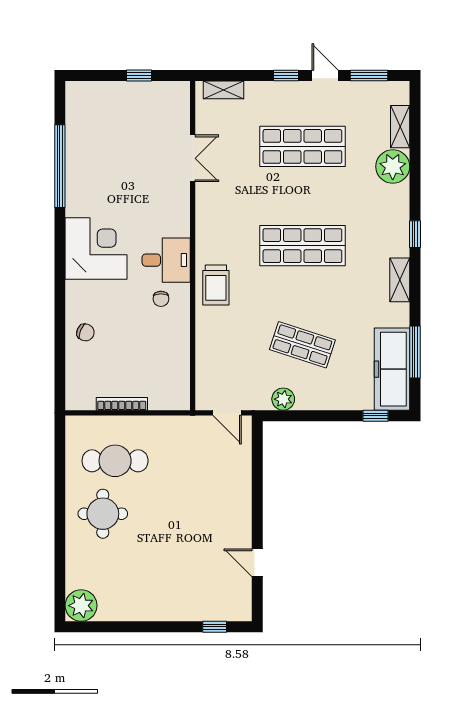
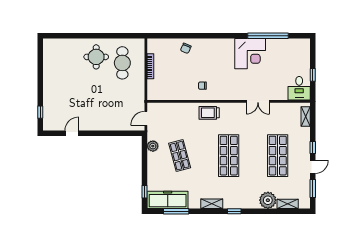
double door: (193, 158) -> (258, 101), moved
corner desk: (96, 249) -> (250, 54), moved
desk: (166, 260) -> (299, 88), moved
shop shelf: (302, 345) -> (180, 156), turned -33
plant: (81, 606) -> (51, 46), removed

